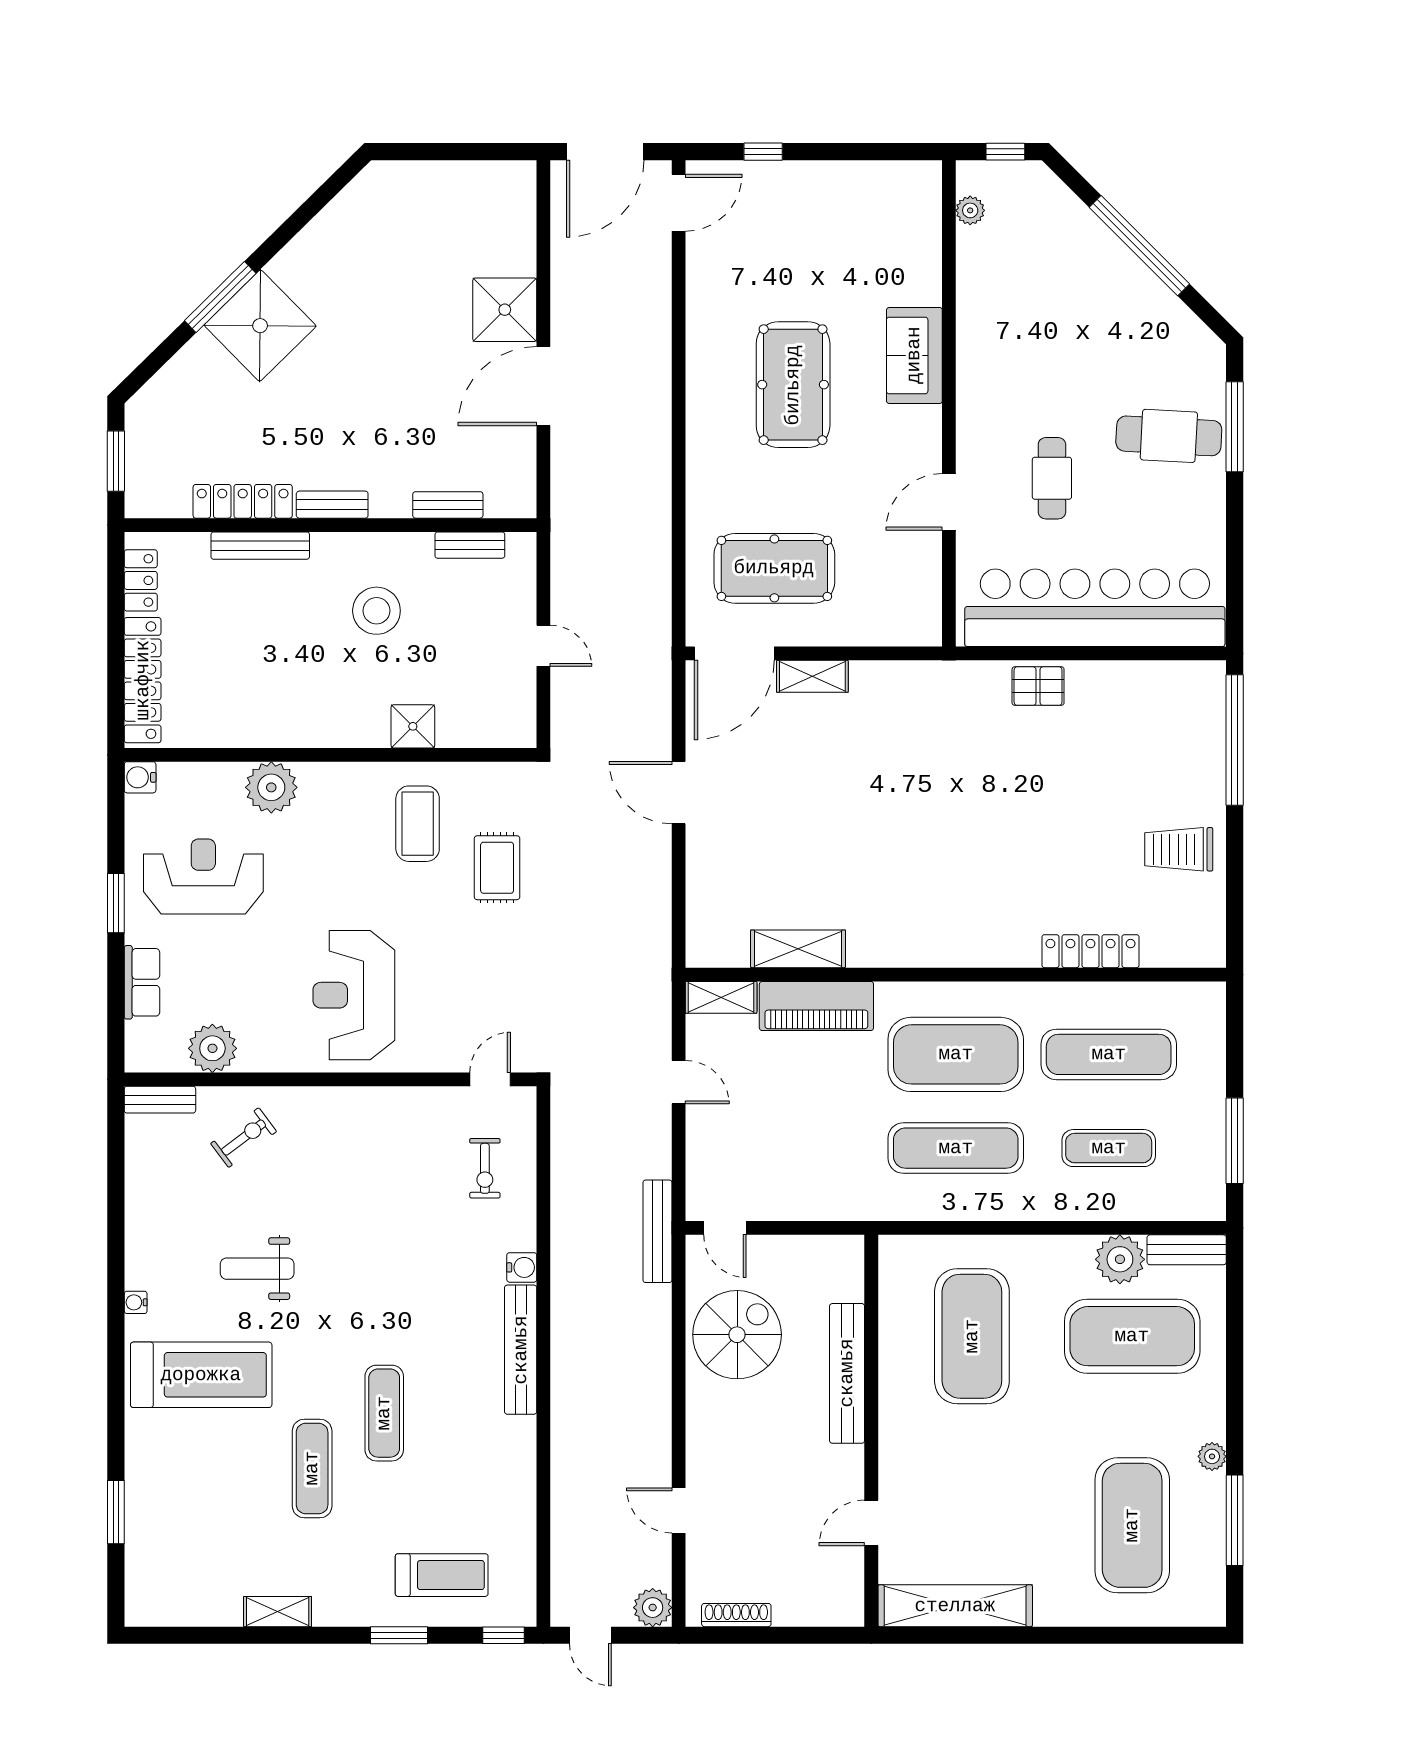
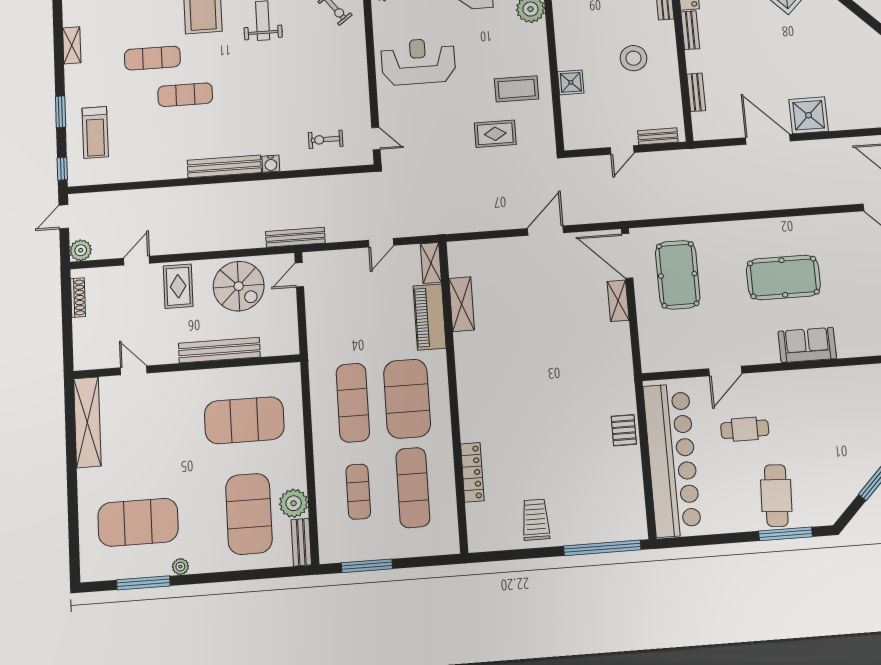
door: (949, 502) -> (725, 371), swing flipped
bench: (470, 545) -> (658, 136), moved, turned 90
rug: (729, 1440) -> (178, 286), added

